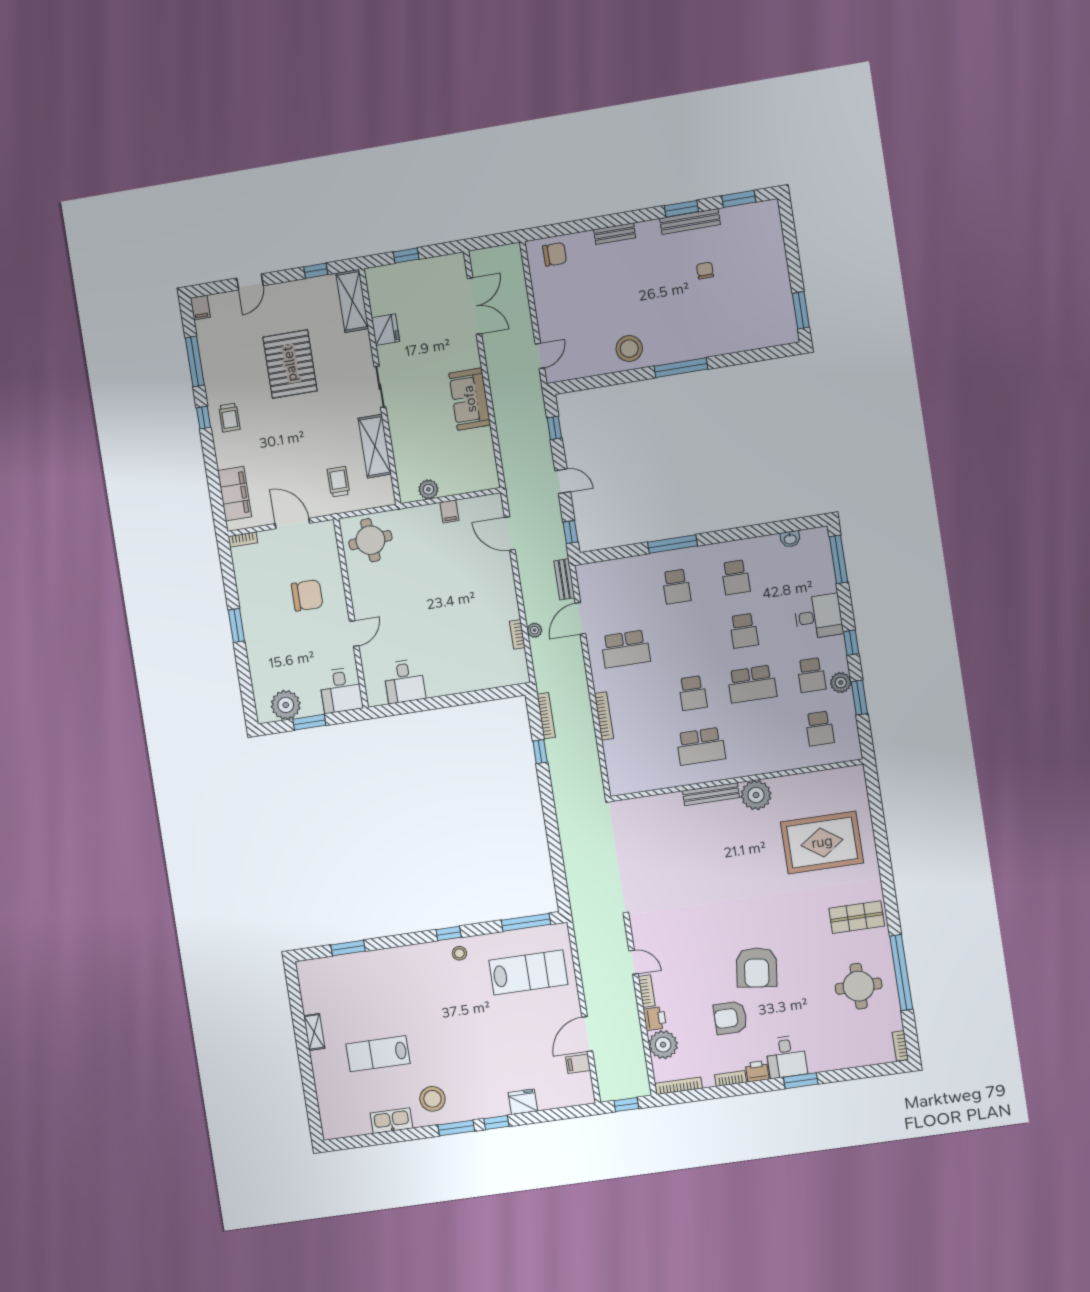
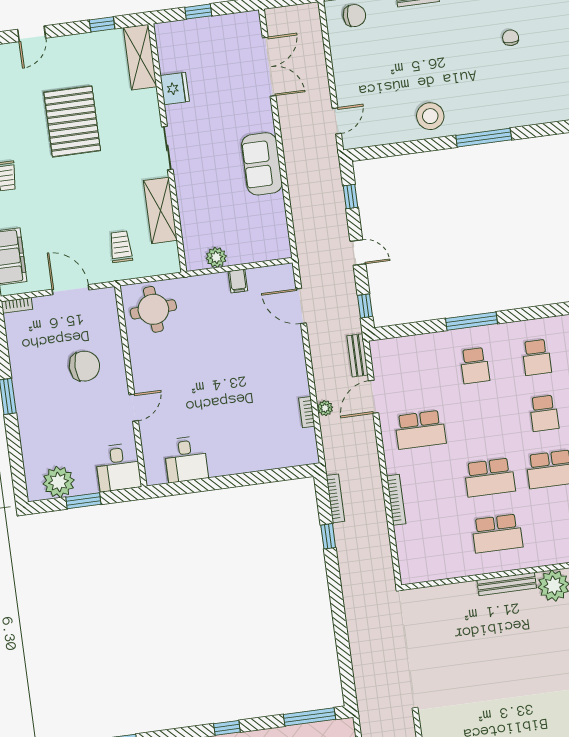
school desk: (693, 693) -> (490, 477), width x1.85

